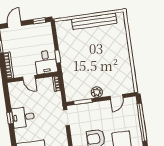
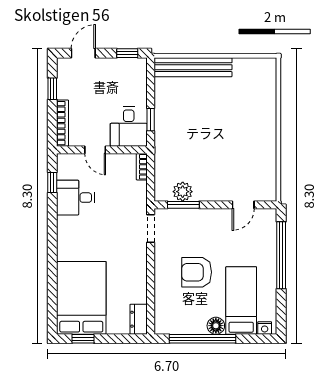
bench: (94, 21) -> (193, 67), moved
plant: (97, 92) -> (183, 192), moved
desk: (23, 117) -> (75, 198), moved
window: (10, 118) -> (52, 183), moved

